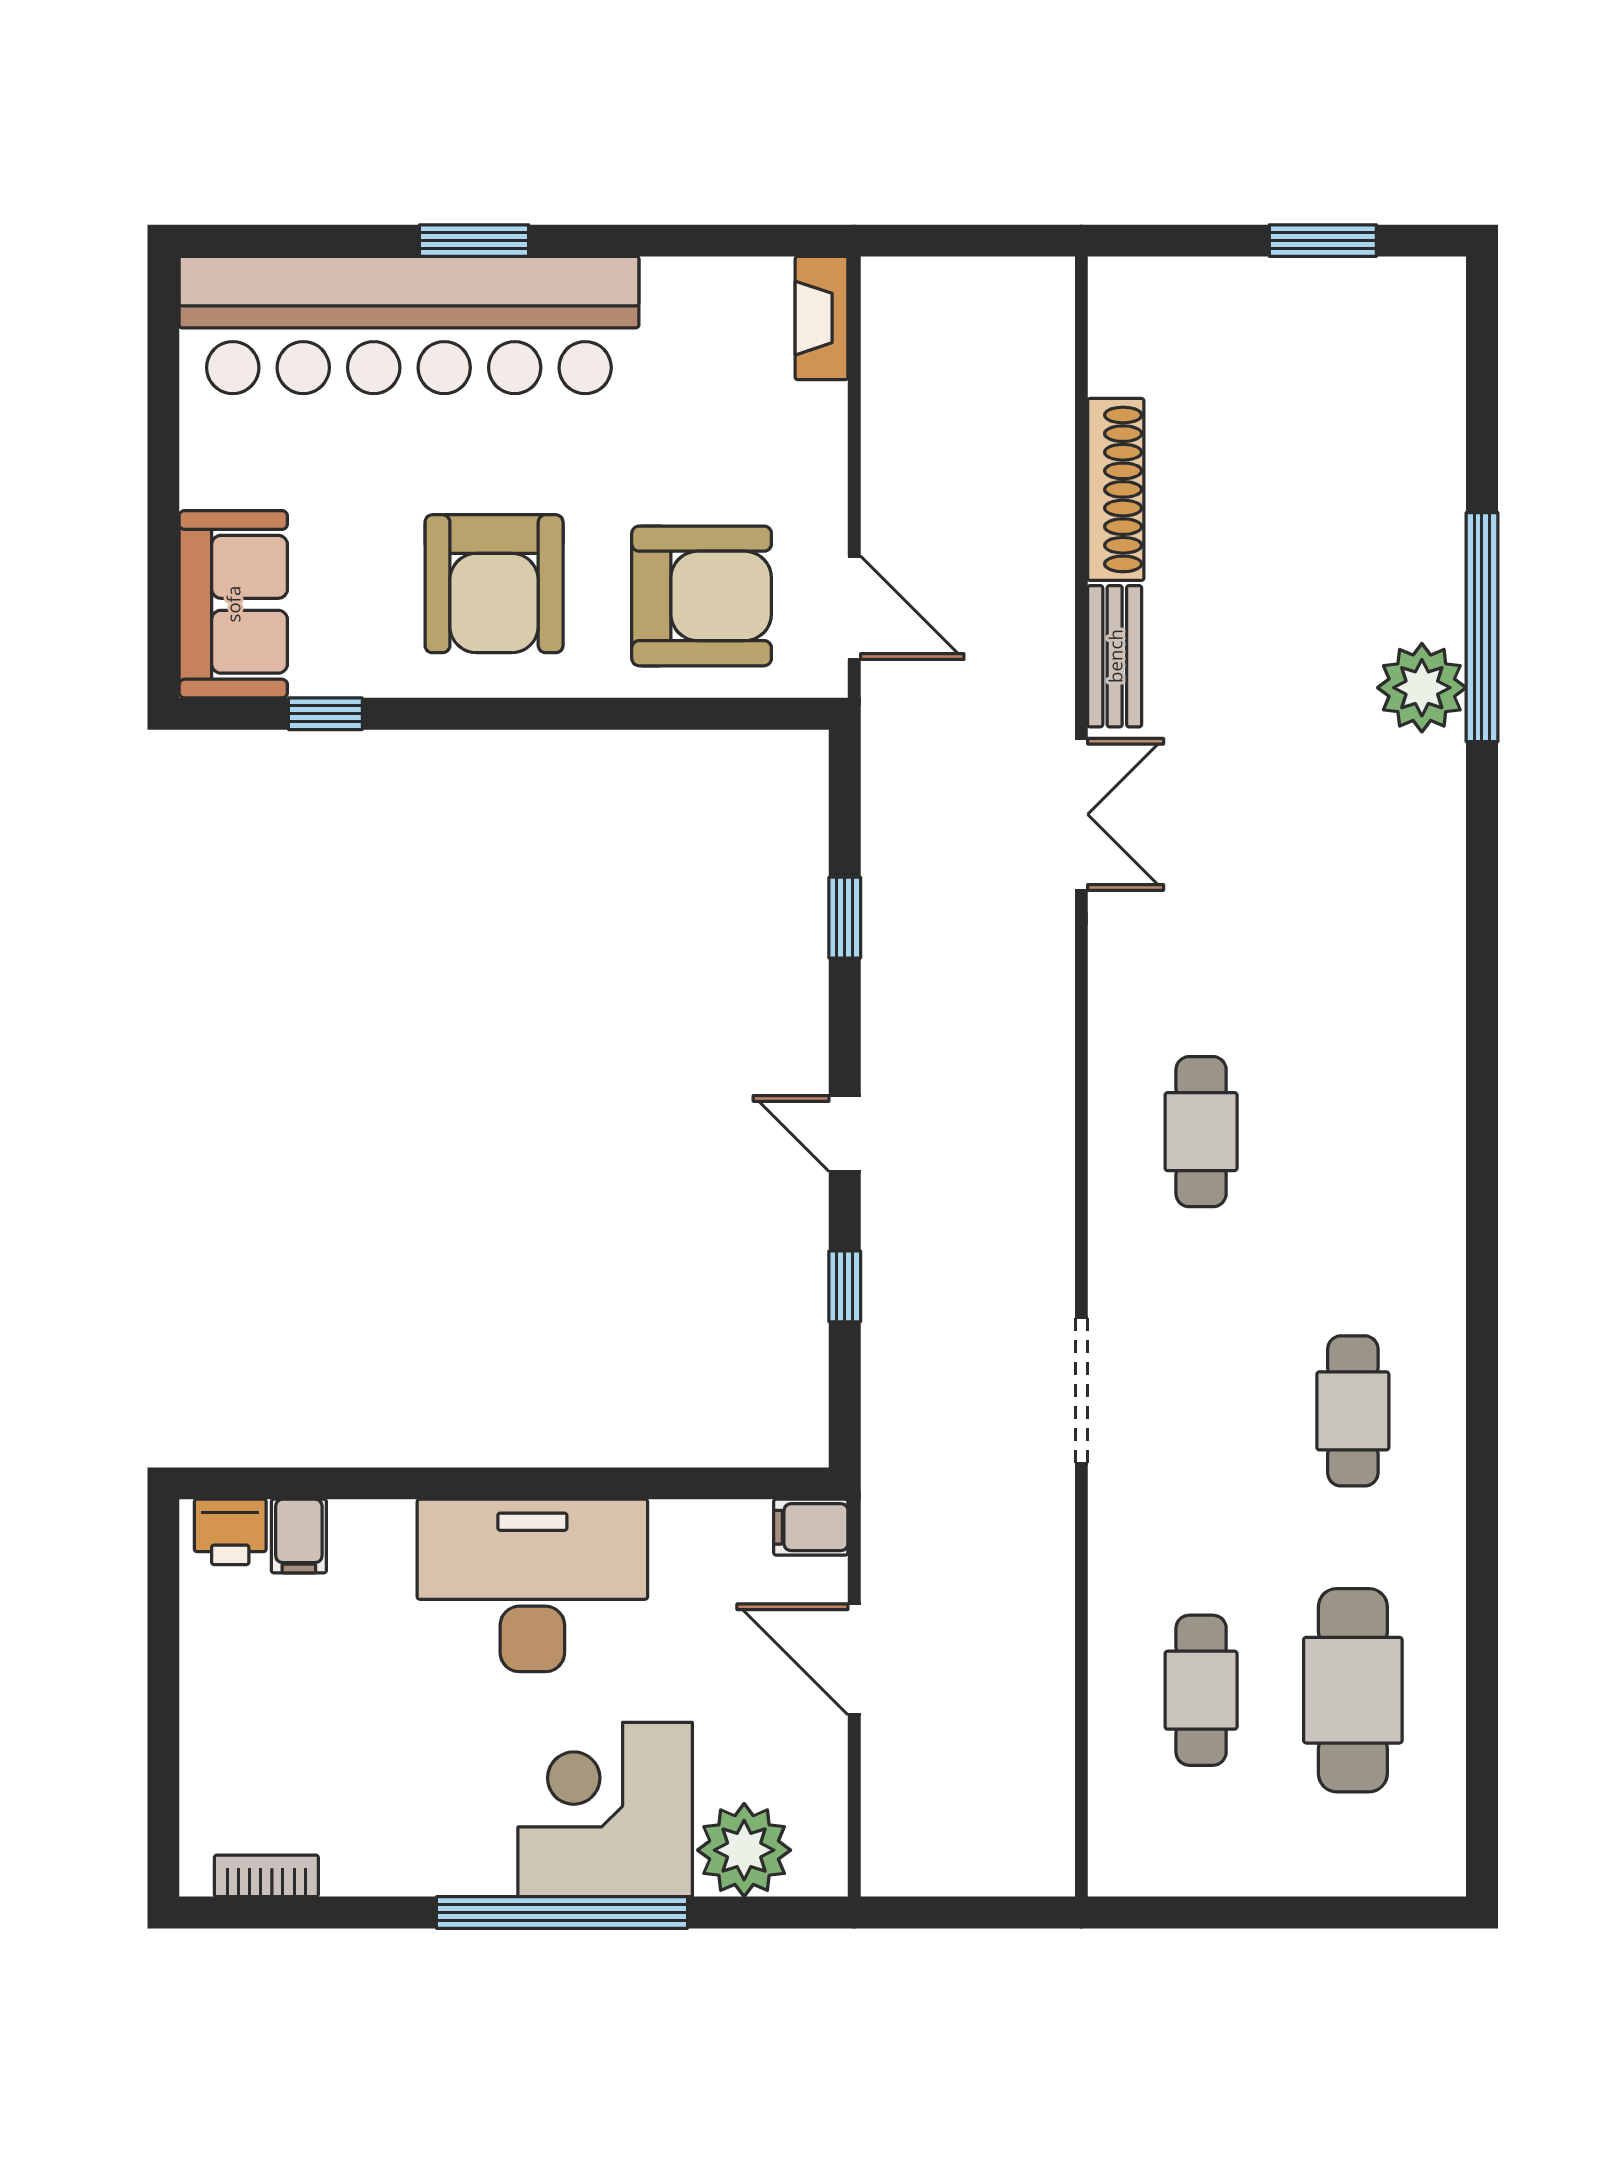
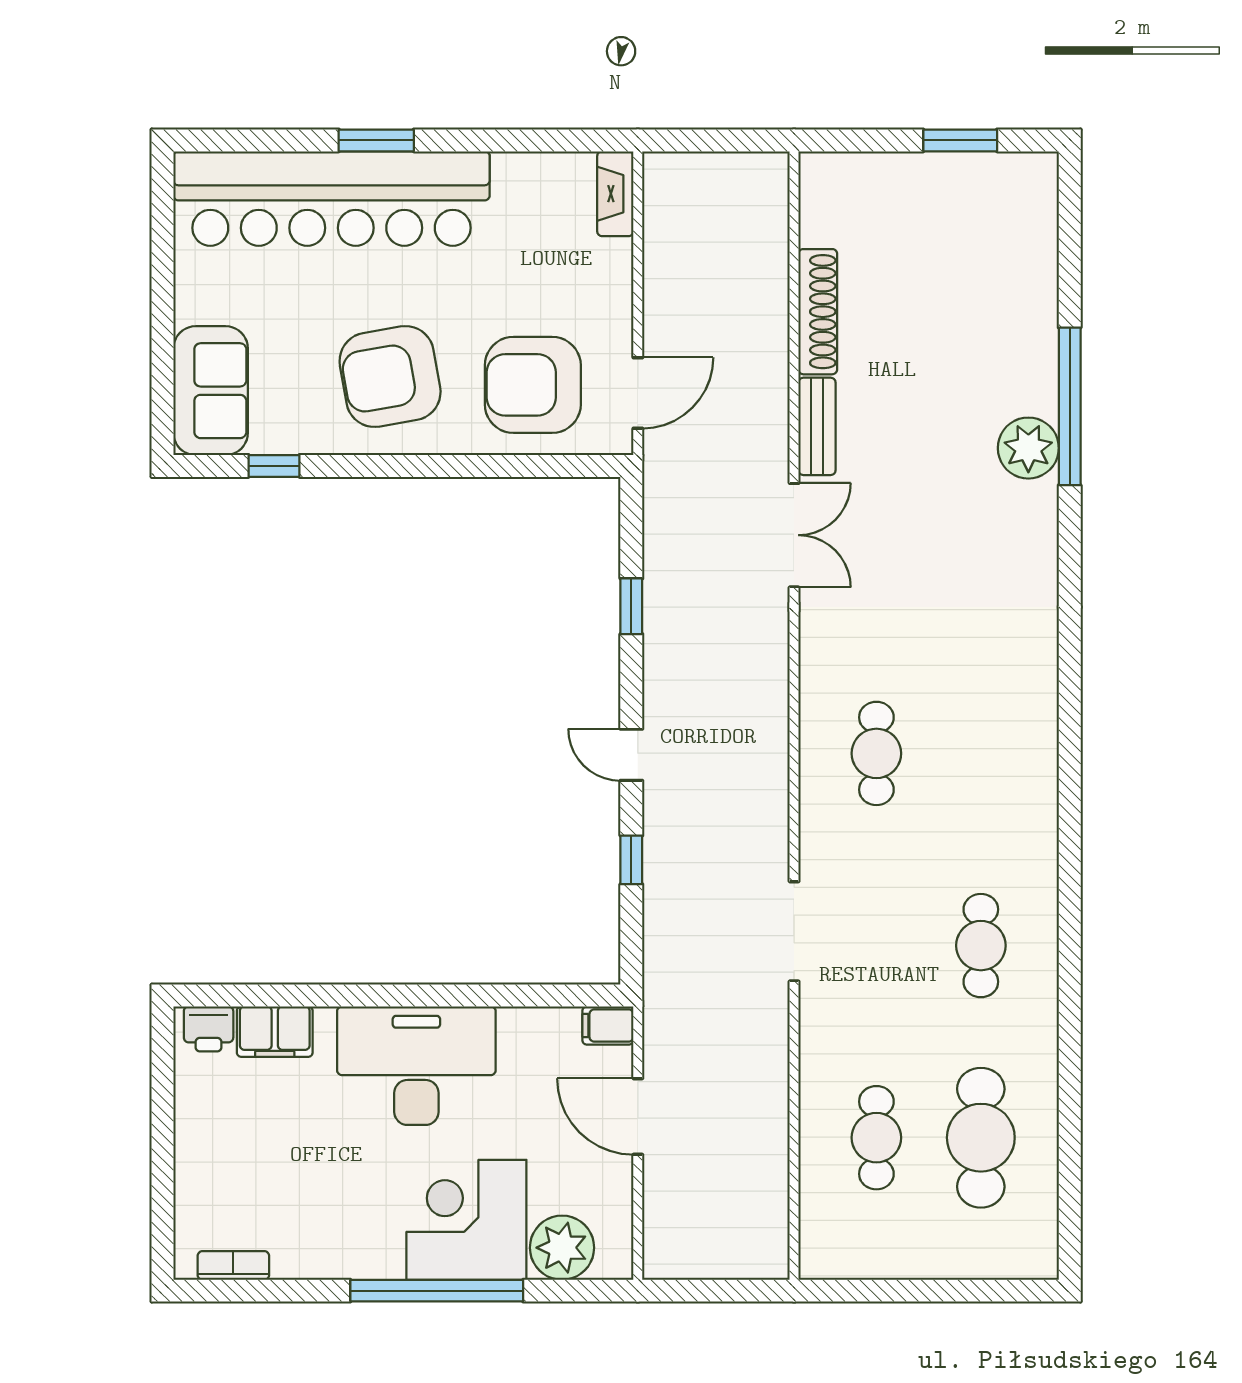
armchair: (494, 584) -> (390, 377), turned 80
armchair: (702, 596) -> (533, 385), turned 180
door: (854, 608) -> (638, 393), hinge flipped
filing cabinet: (299, 1536) -> (275, 1032), width x2.00

